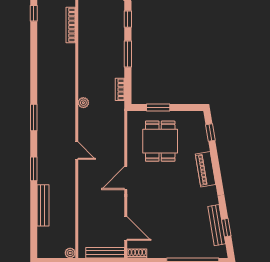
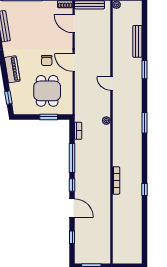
window: (128, 54) -> (72, 158), width x1.44
window: (34, 118) -> (145, 123), moved
door: (126, 178) -> (74, 62), swing flipped
chair: (161, 181) -> (47, 61), added

